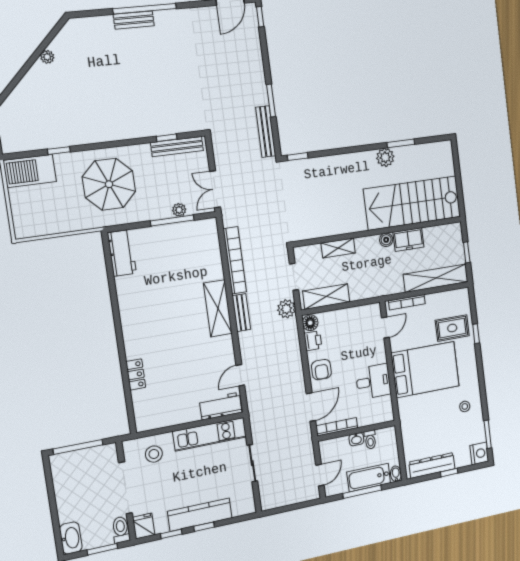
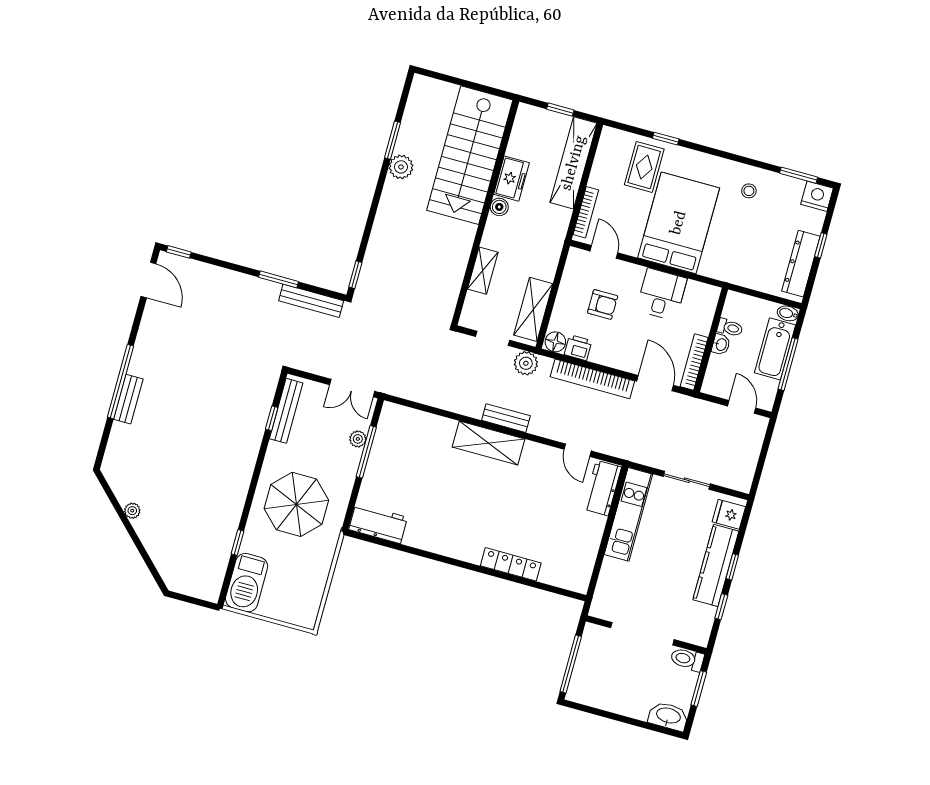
bookcase: (235, 260) -> (592, 379), moved, turned 180
armchair: (321, 370) -> (603, 304), moved
locker: (136, 374) -> (511, 564), width x1.53
stool: (154, 454) -> (620, 586), removed
fridge: (144, 526) -> (729, 514), moved

